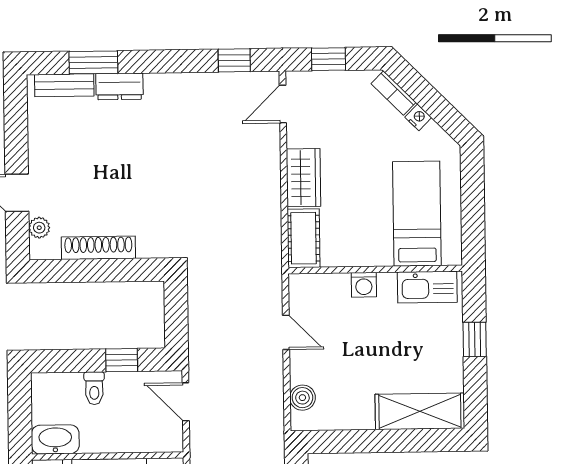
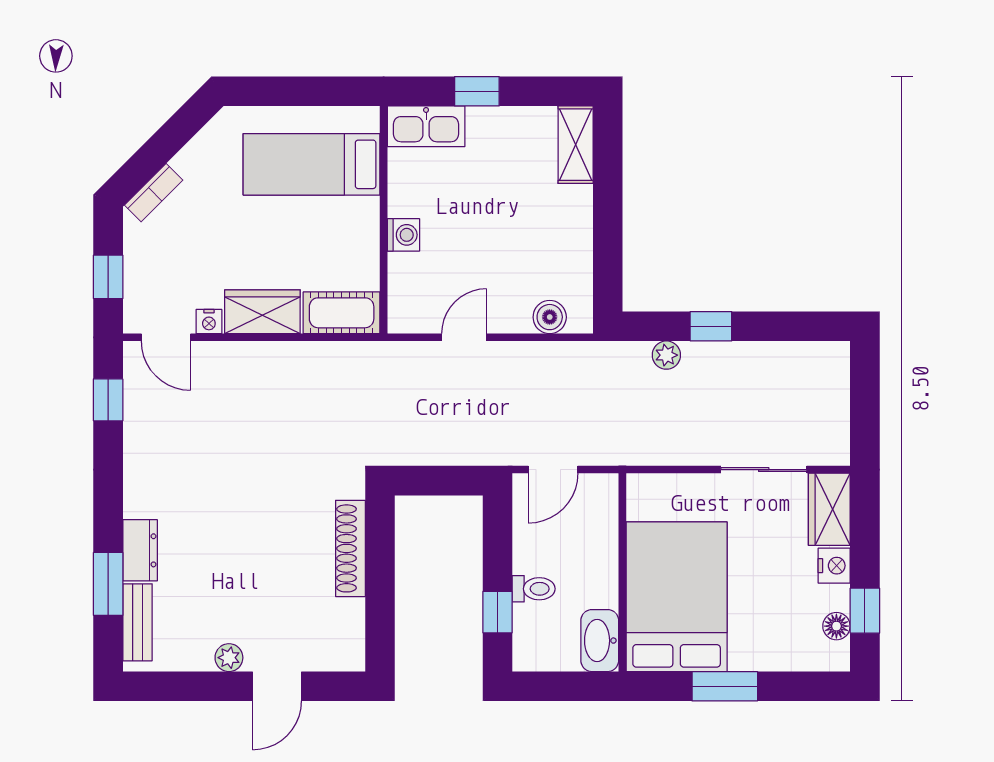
nightstand: (418, 117) -> (209, 322), moved, turned -135
plant: (39, 228) -> (229, 658), moved
shoe rack: (98, 248) -> (350, 548), moved
kitchen sink: (427, 287) -> (426, 126), moved, turned 90
window: (122, 360) -> (497, 612), moved
shelving: (420, 411) -> (576, 145), width x0.67, depth x0.75

